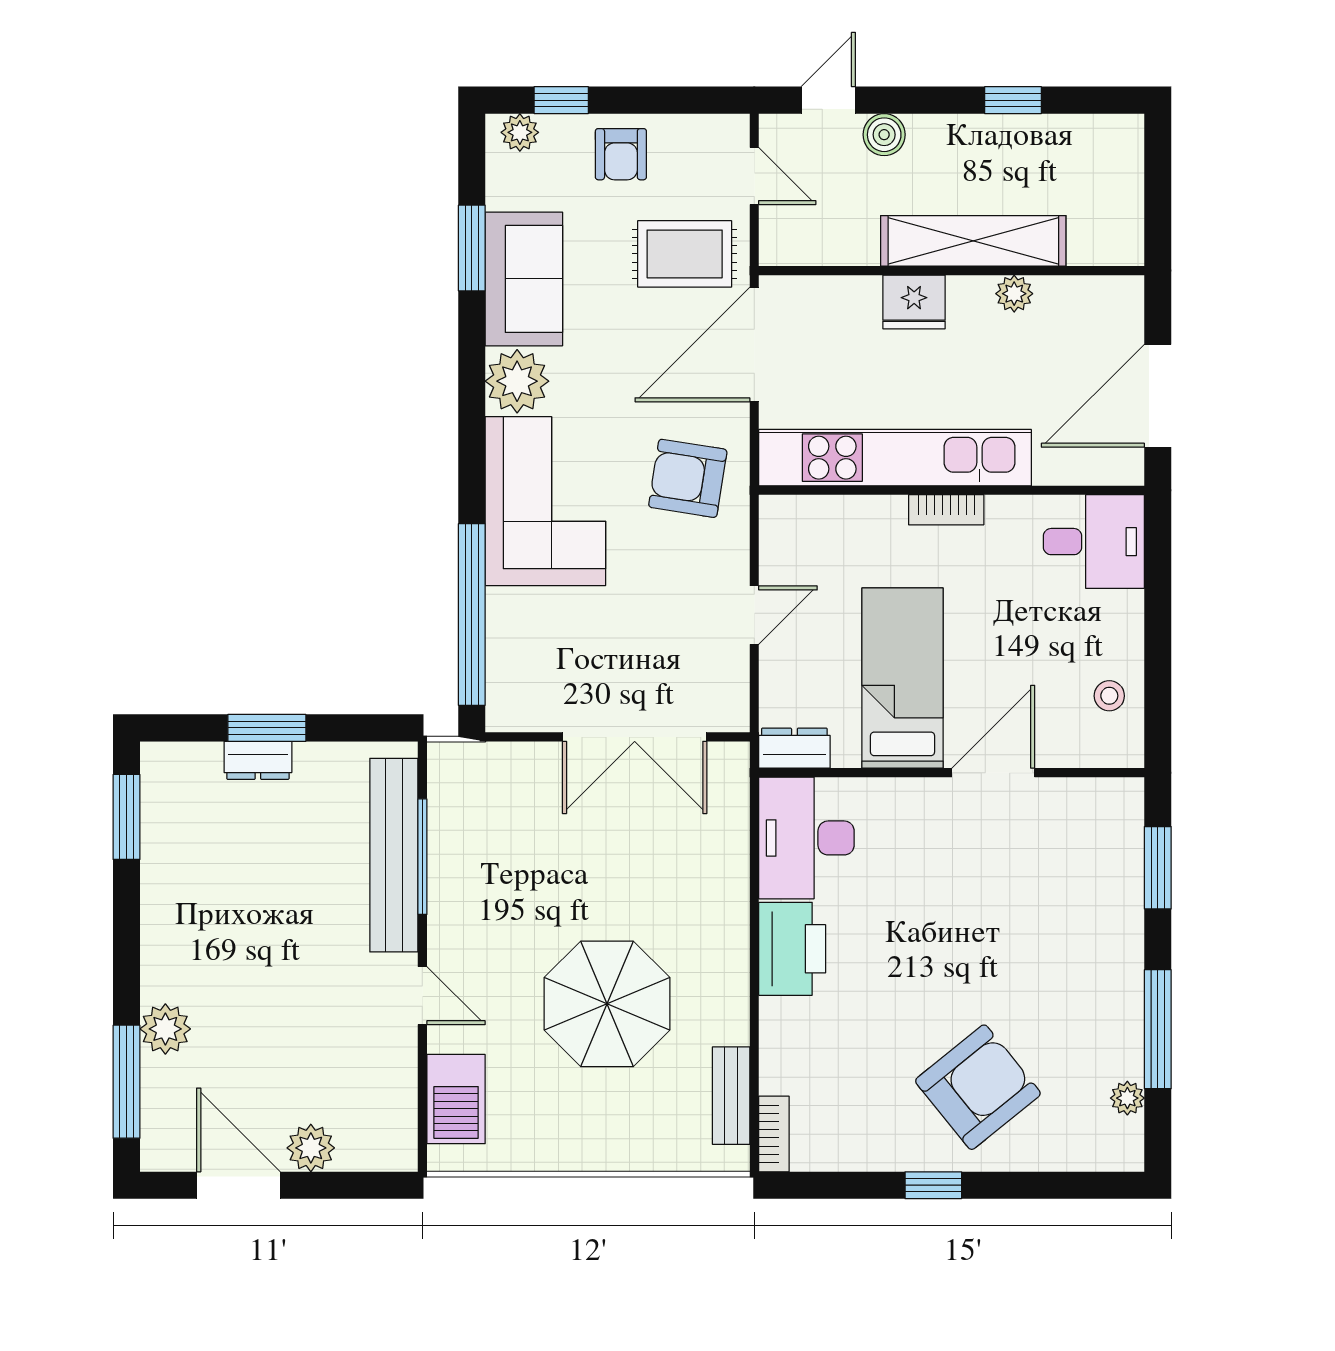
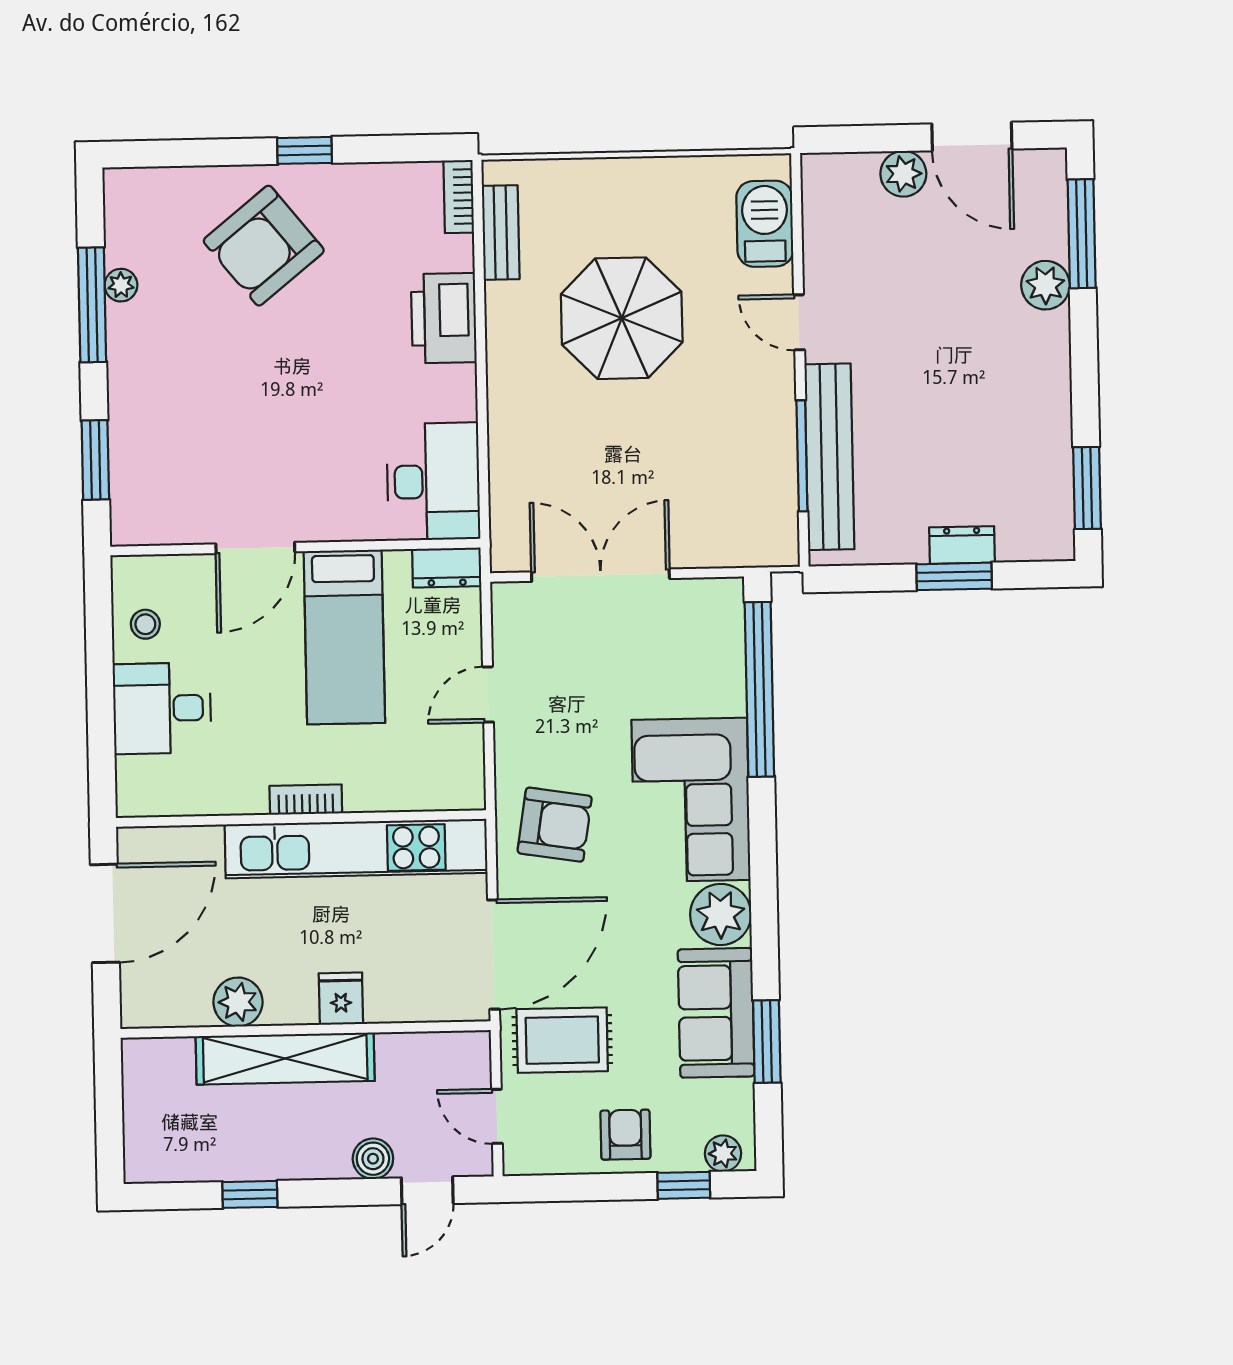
plant: (1014, 294) -> (238, 1002), width x1.38, depth x1.38
fridge: (914, 302) -> (341, 999), width x0.72
desk: (1094, 542) -> (162, 708), moved
printer: (792, 949) -> (444, 318), moved
plant: (1127, 1098) -> (121, 285), moved

